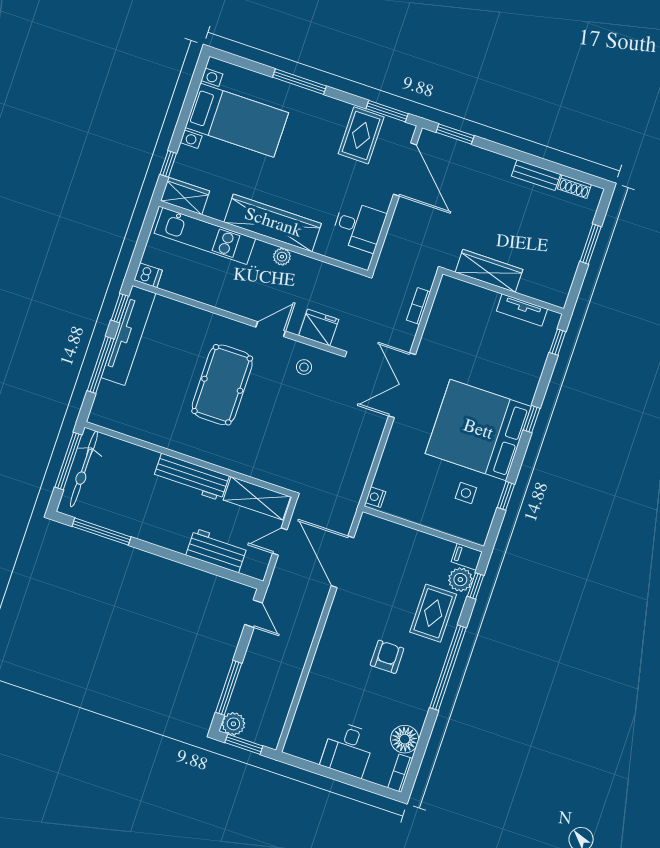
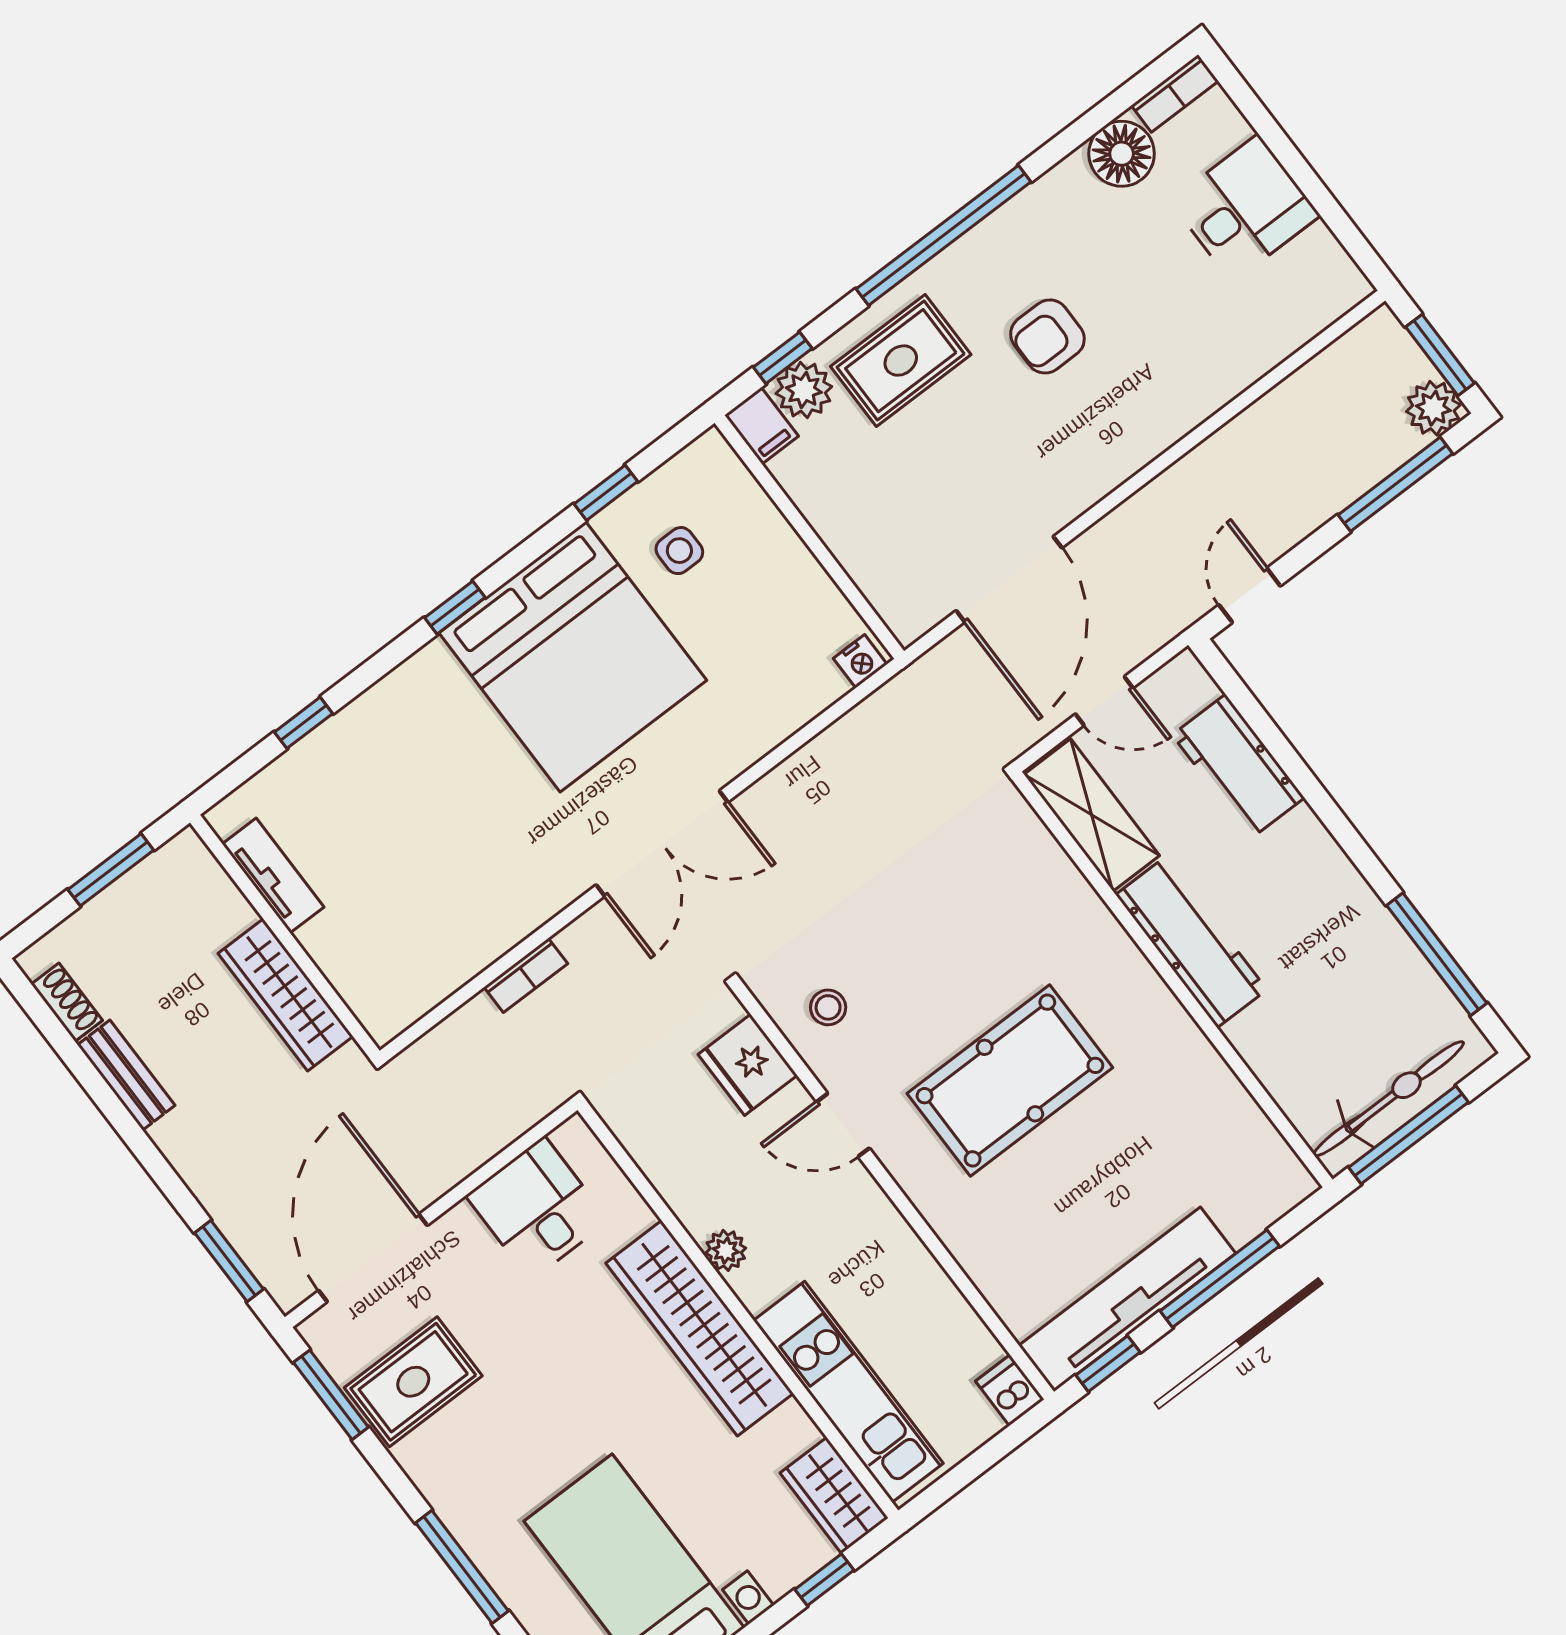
wardrobe: (489, 271) -> (286, 995), moved
wall: (503, 291) -> (285, 937), moved
tv unit: (522, 310) -> (273, 876), moved

